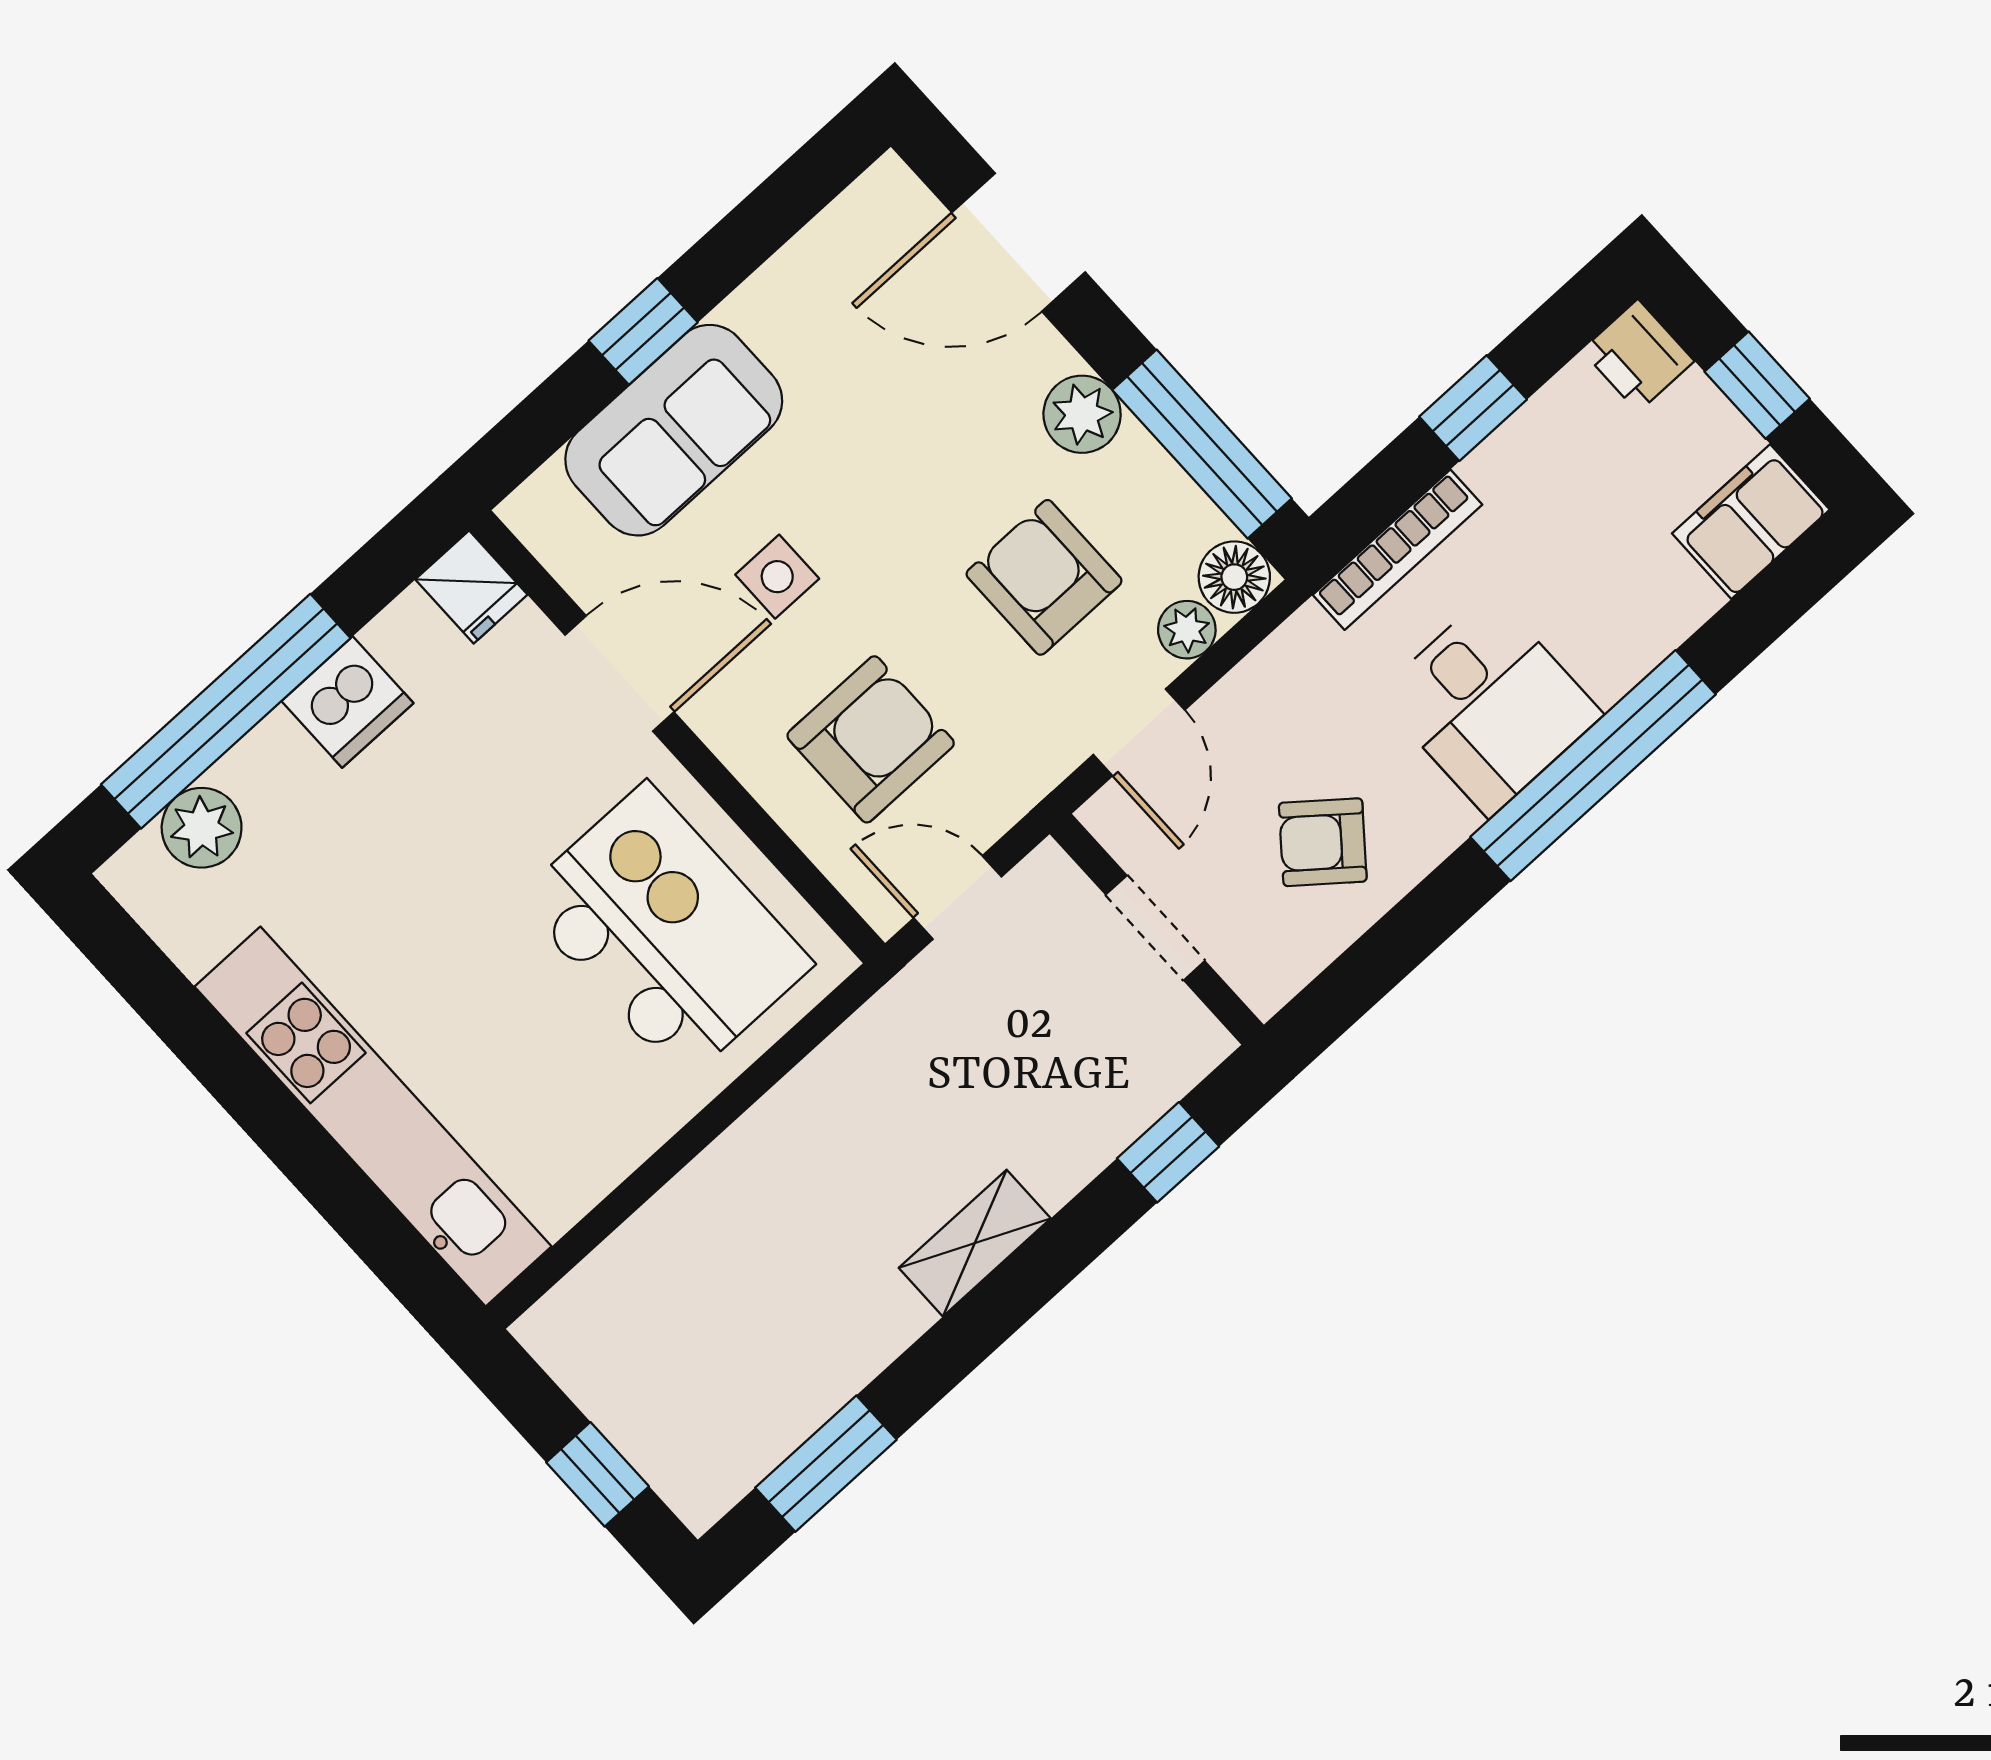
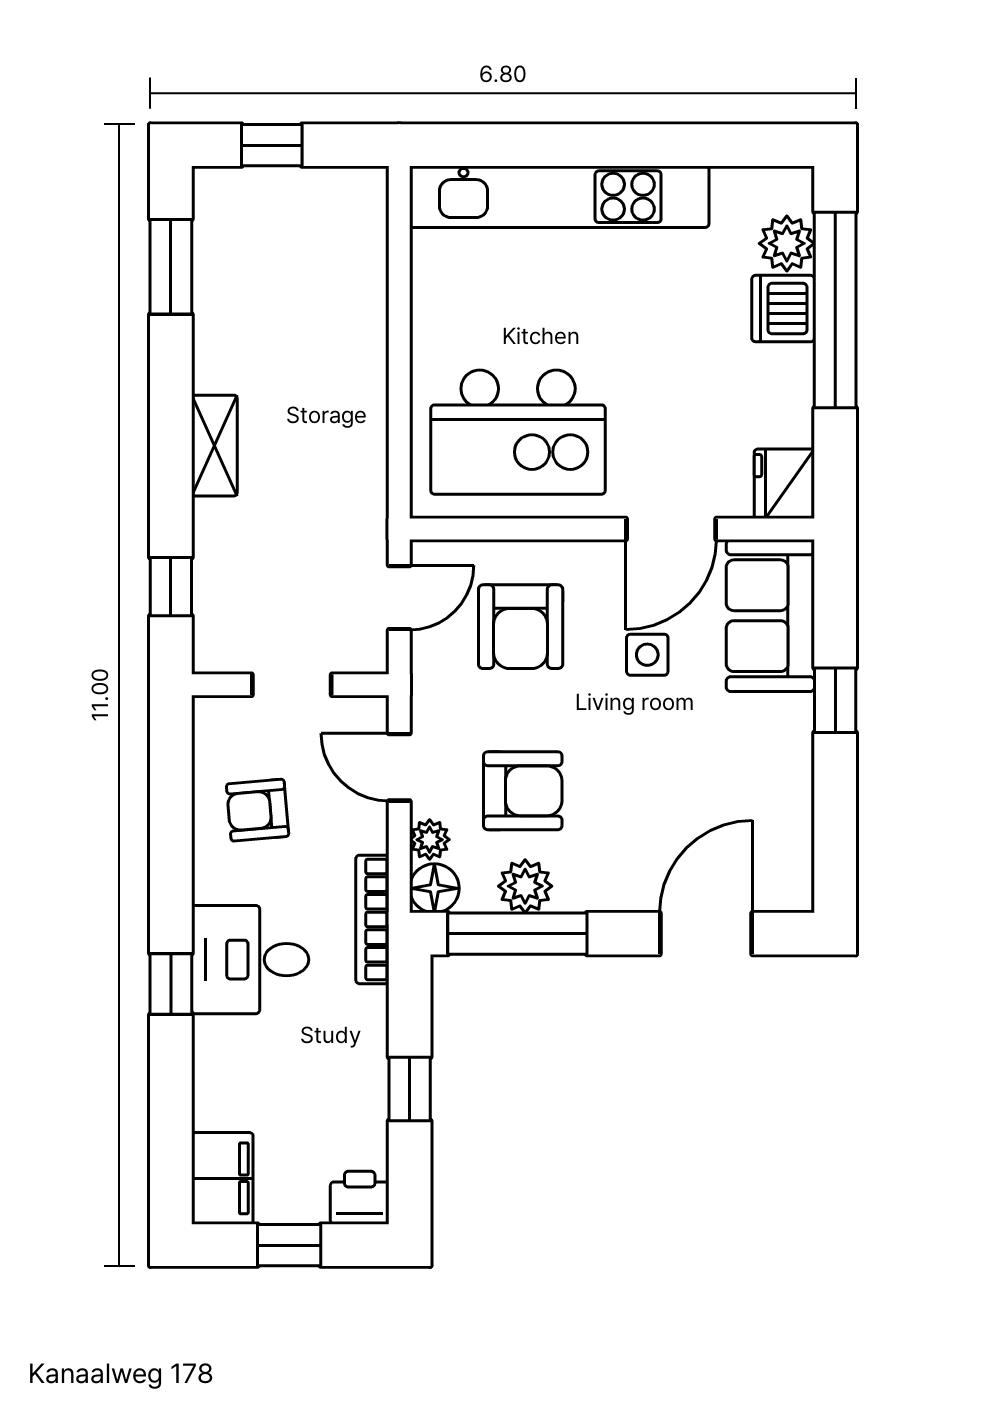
plant: (1082, 414) -> (525, 886), moved
sofa: (674, 430) -> (770, 616), moved
bookcase: (1397, 550) -> (372, 919), moved
fridge: (471, 587) -> (784, 484), width x1.38
dishwasher: (347, 702) -> (783, 309), moved
window: (1593, 766) -> (171, 984), width x0.32
armchair: (1323, 842) -> (258, 810), turned -134

